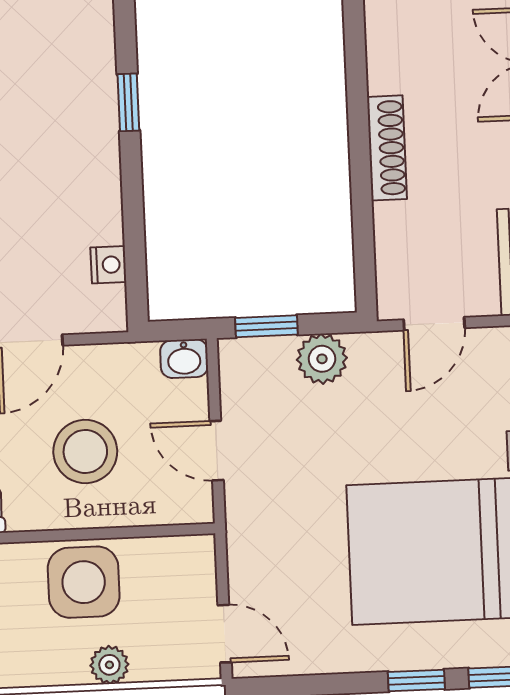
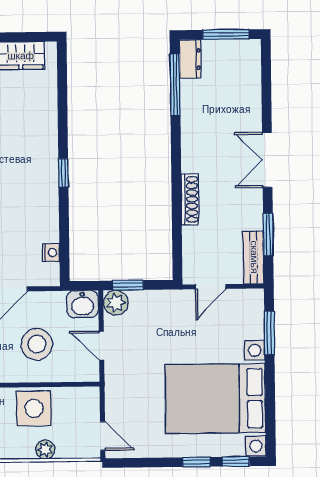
washbasin: (184, 359) -> (83, 304), width x1.38, depth x1.45
plant: (322, 359) -> (116, 303), moved

